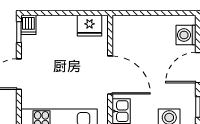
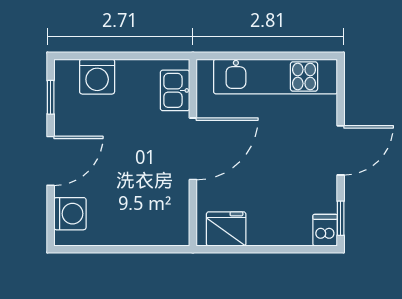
door: (110, 75) -> (193, 149), swing flipped

